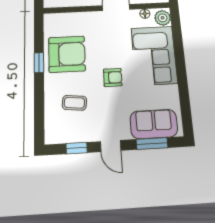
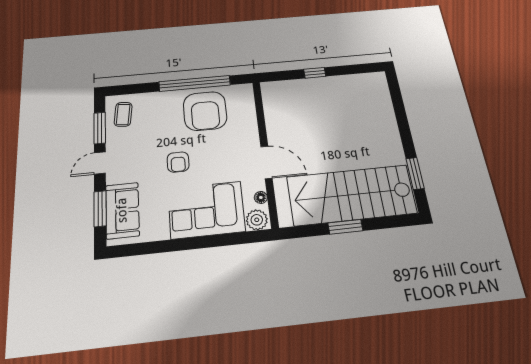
window: (39, 62) -> (195, 83), width x3.17
coffee table: (74, 103) -> (123, 114), moved
window: (77, 148) -> (100, 128), width x1.50

